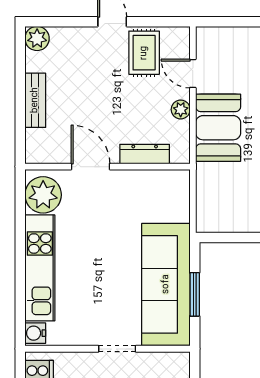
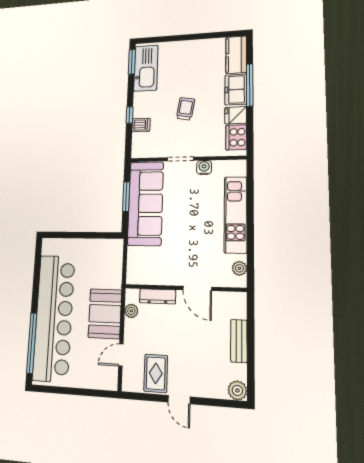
door: (193, 73) -> (121, 355), swing flipped
plant: (181, 110) -> (131, 311), moved
plant: (43, 195) -> (239, 268), width x0.53, depth x0.53
water cooler: (35, 333) -> (204, 167), moved, turned -90

